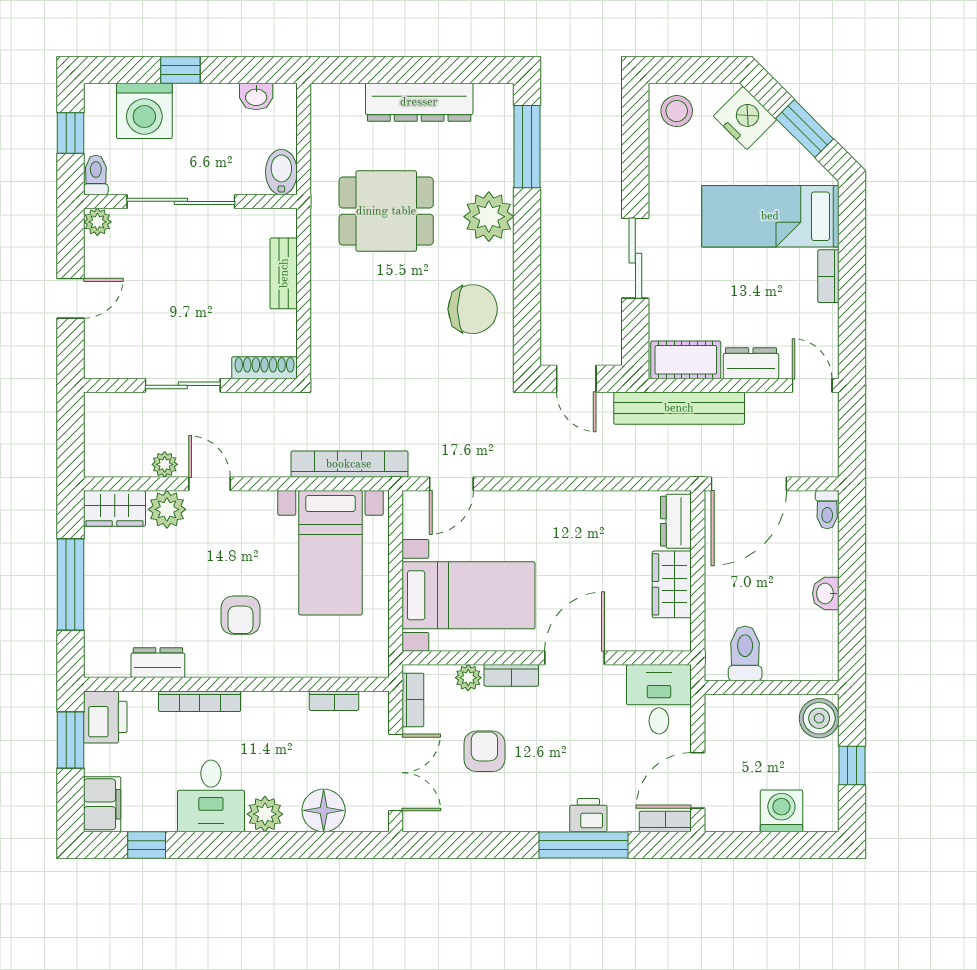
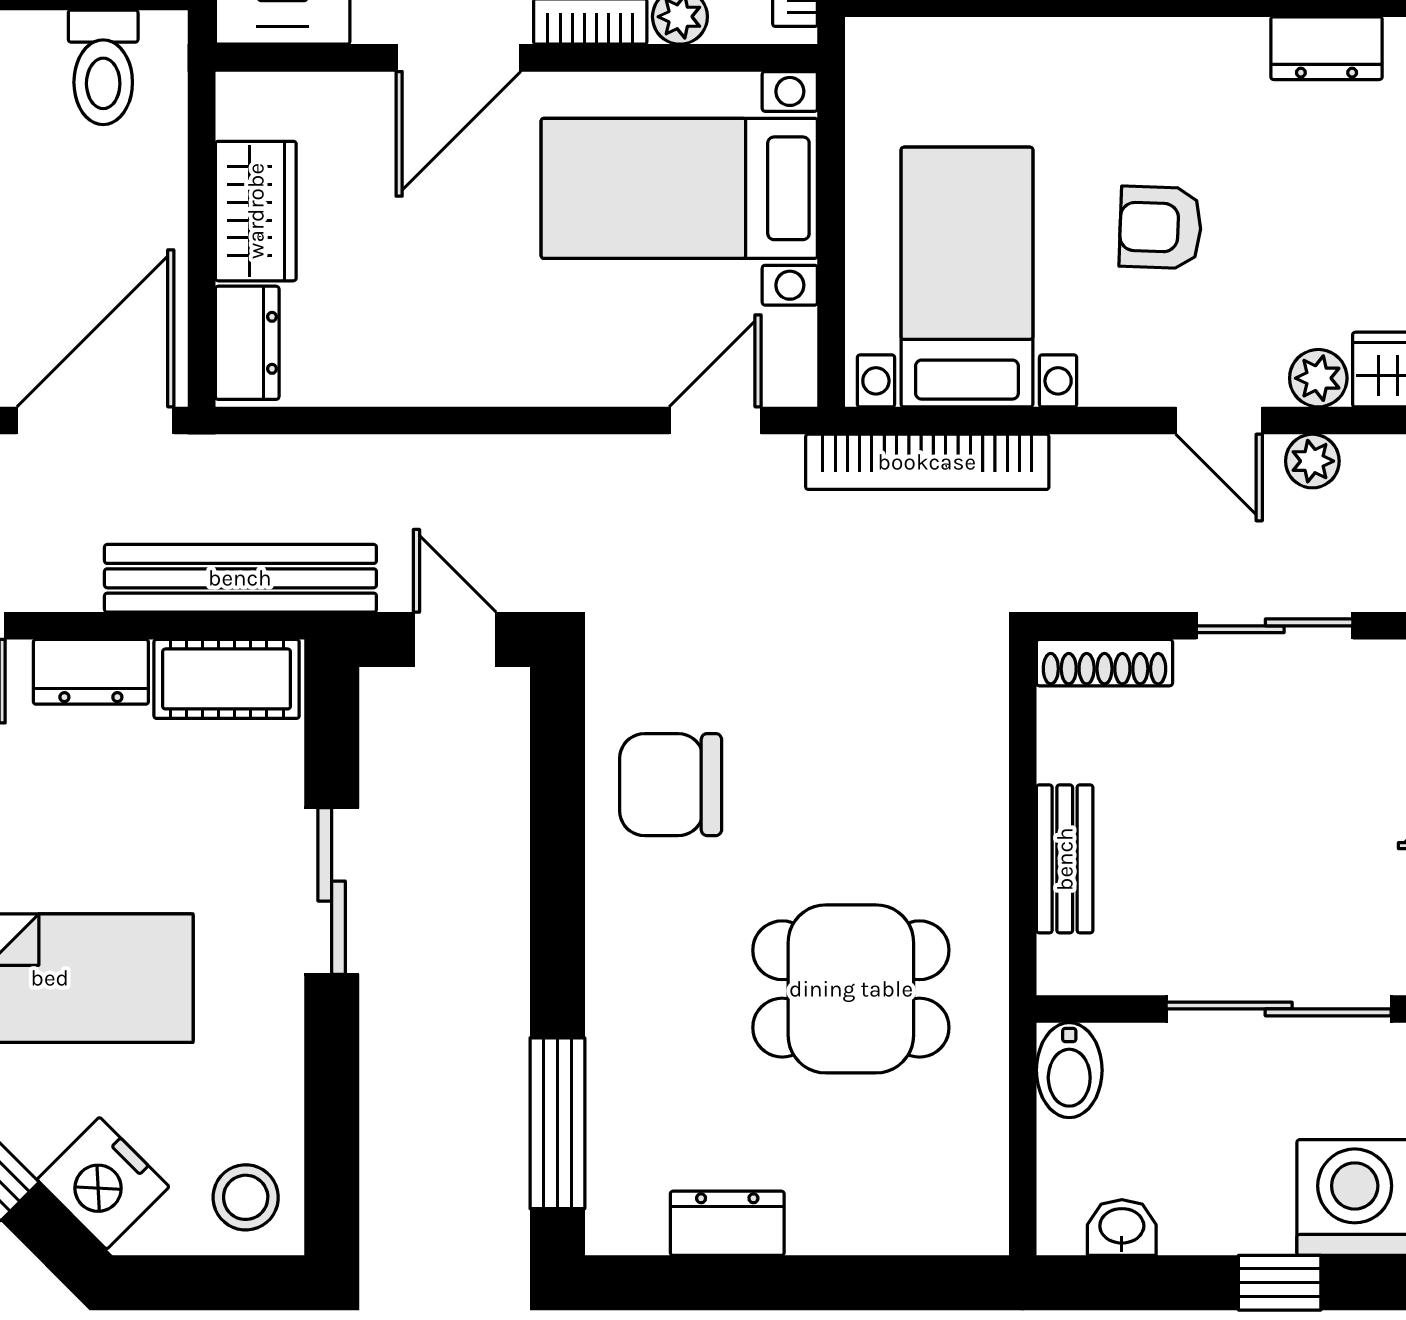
dresser: (419, 102) -> (727, 1223), width x0.51, depth x0.80
plant: (489, 217) -> (637, 977), removed
plant: (167, 509) -> (1318, 378), width x0.73, depth x0.73
armchair: (240, 615) -> (1160, 227), moved, turned -88

